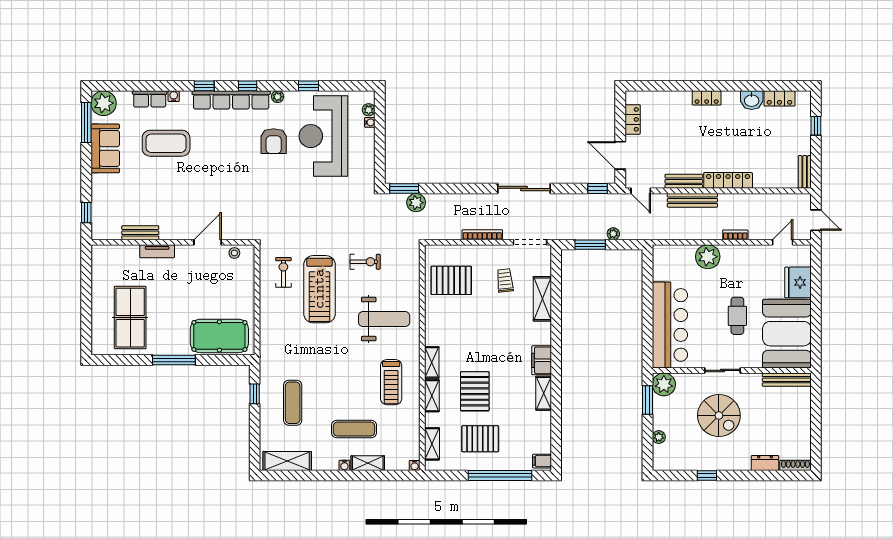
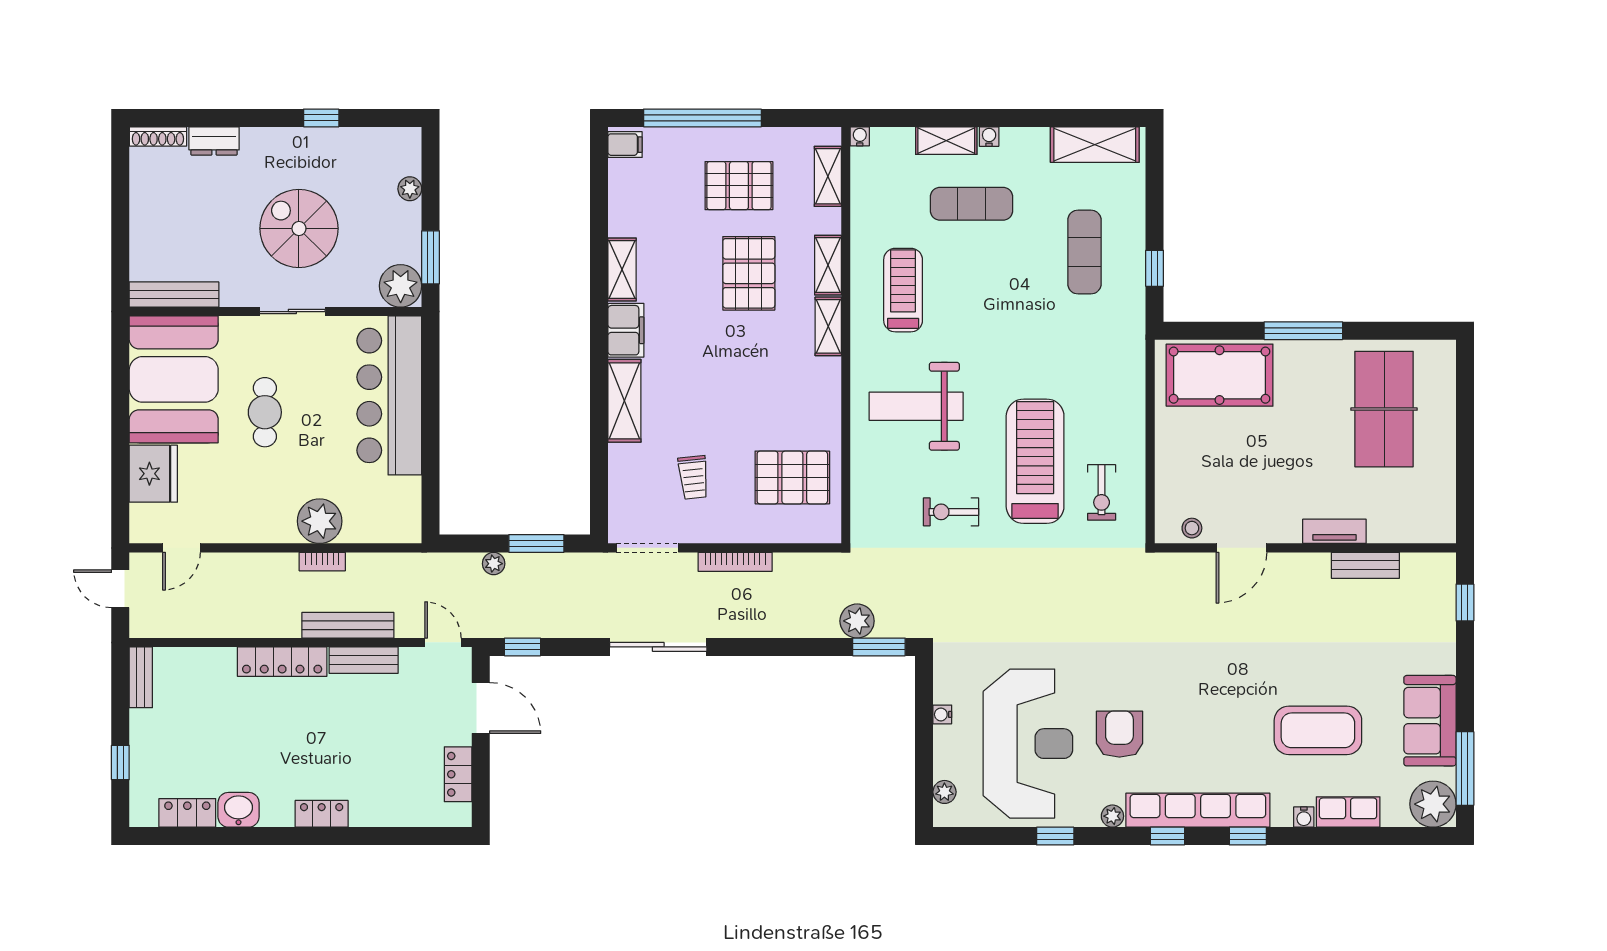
water cooler: (370, 122) -> (942, 714), moved
bookcase: (735, 235) -> (322, 562), moved
shelving: (542, 299) -> (624, 401), moved

